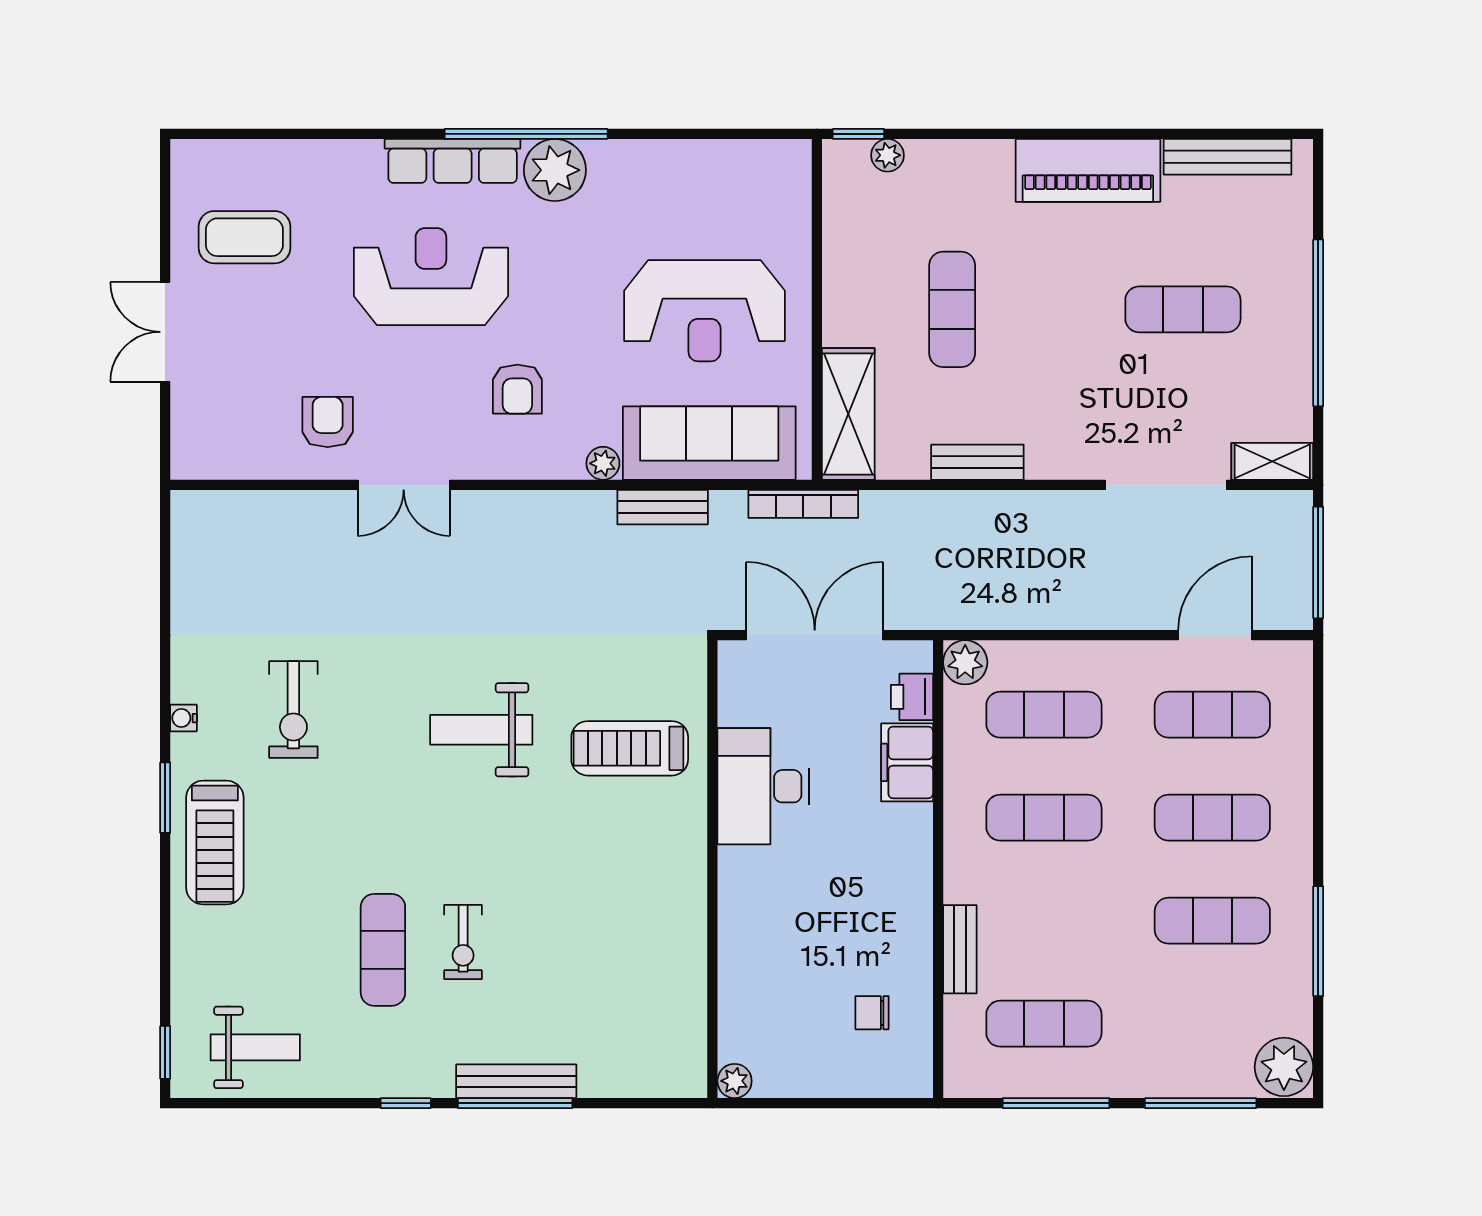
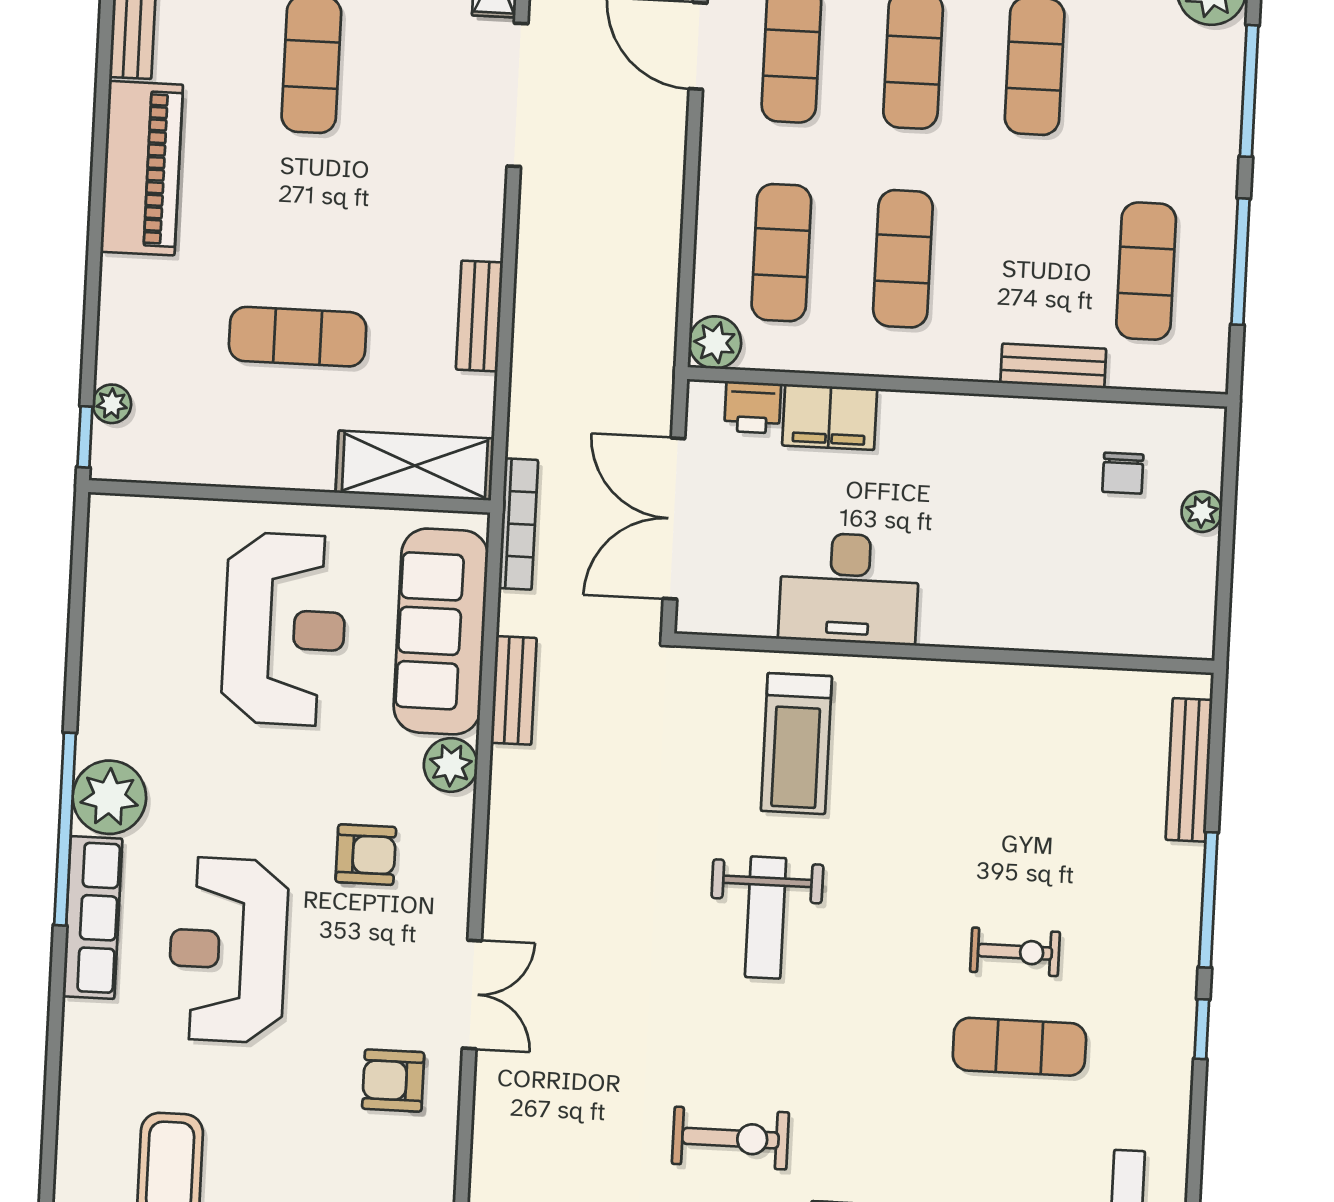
plant: (603, 463) -> (451, 765), width x1.38, depth x1.38
bench: (516, 1081) -> (1189, 770), moved
plant: (735, 1081) -> (1202, 512), moved

